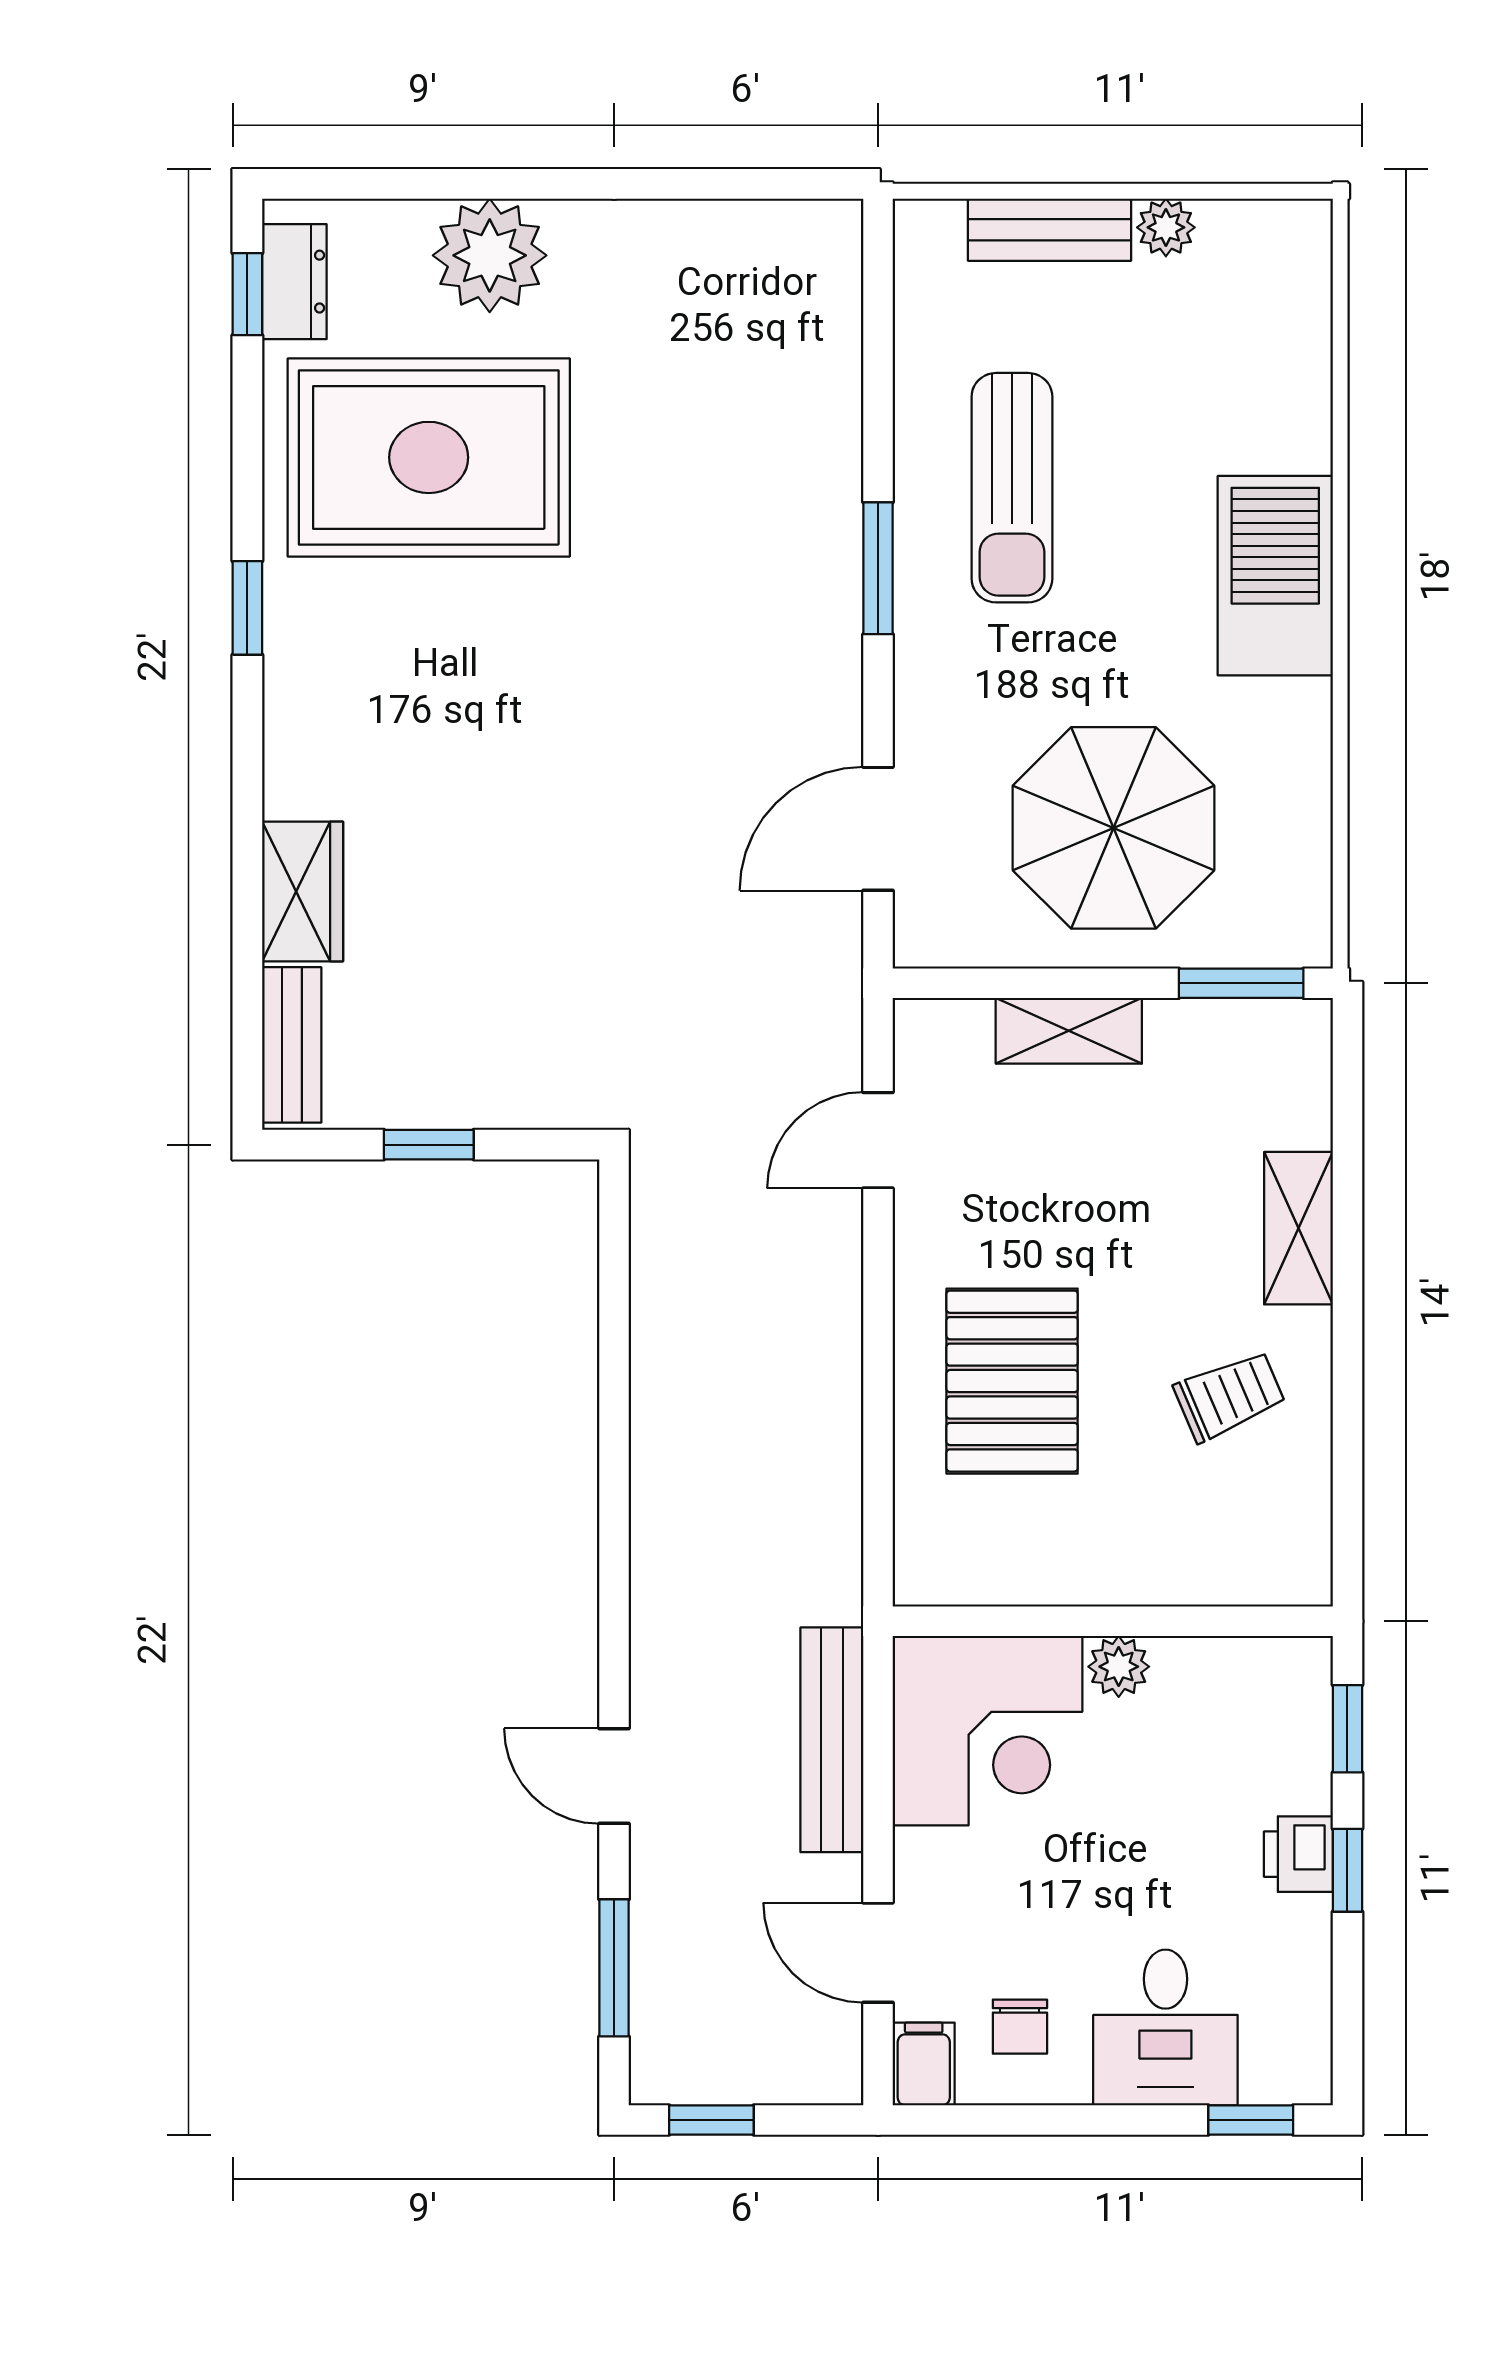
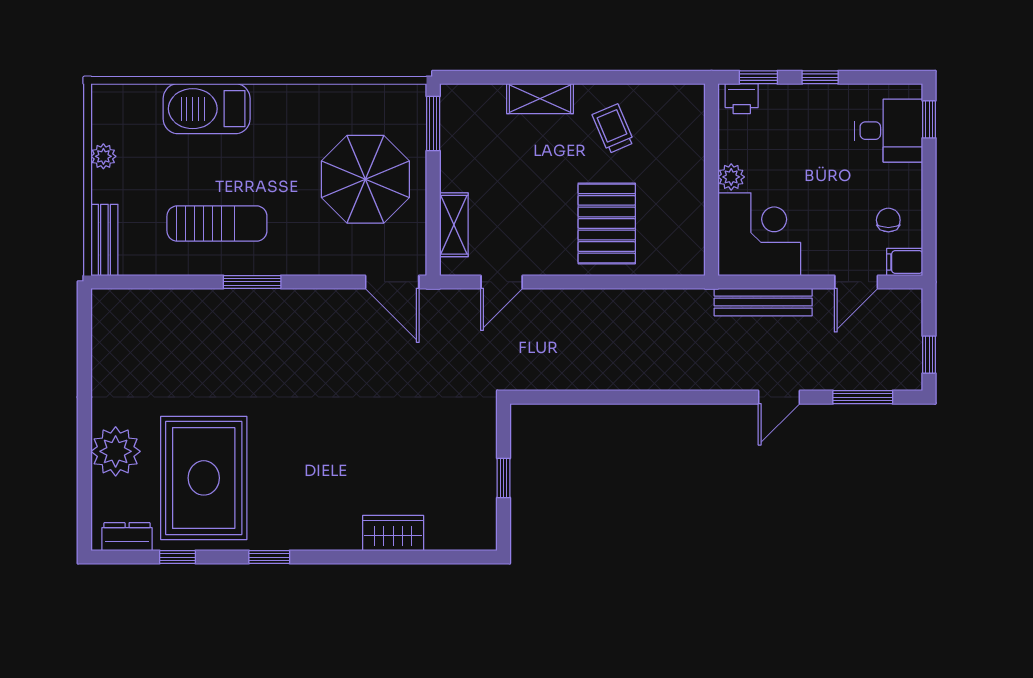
bench: (1050, 230) -> (104, 240), moved
window: (247, 294) -> (177, 557), moved
barbecue: (1275, 576) -> (207, 109), moved
door: (878, 829) -> (392, 282), moved
shelving: (1069, 1031) -> (454, 225), moved
bench: (292, 1045) -> (460, 538), removed
door: (878, 1140) -> (502, 282), hinge flipped
pallet: (1012, 1381) -> (607, 223), turned 90
printer: (1298, 1854) -> (742, 99), moved
chair: (1020, 2027) -> (888, 220), turned -90
desk: (1165, 2027) -> (889, 131), moved

